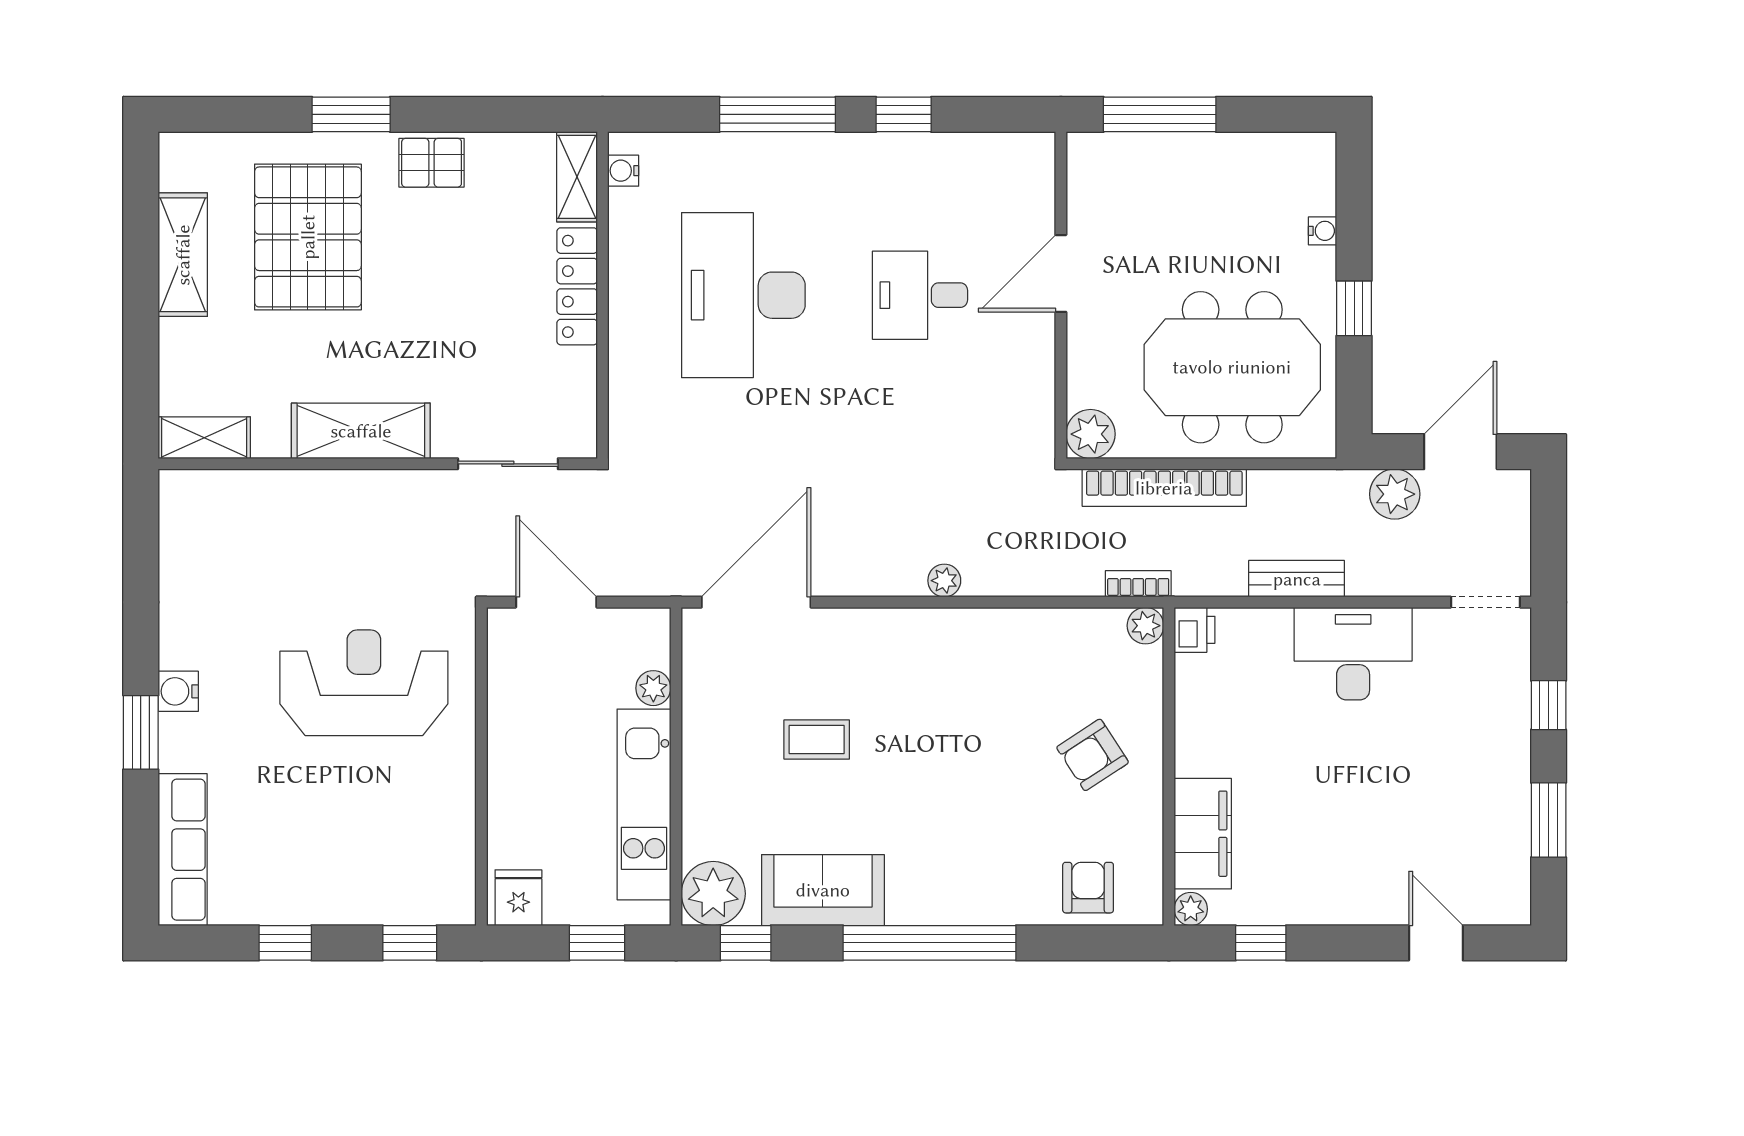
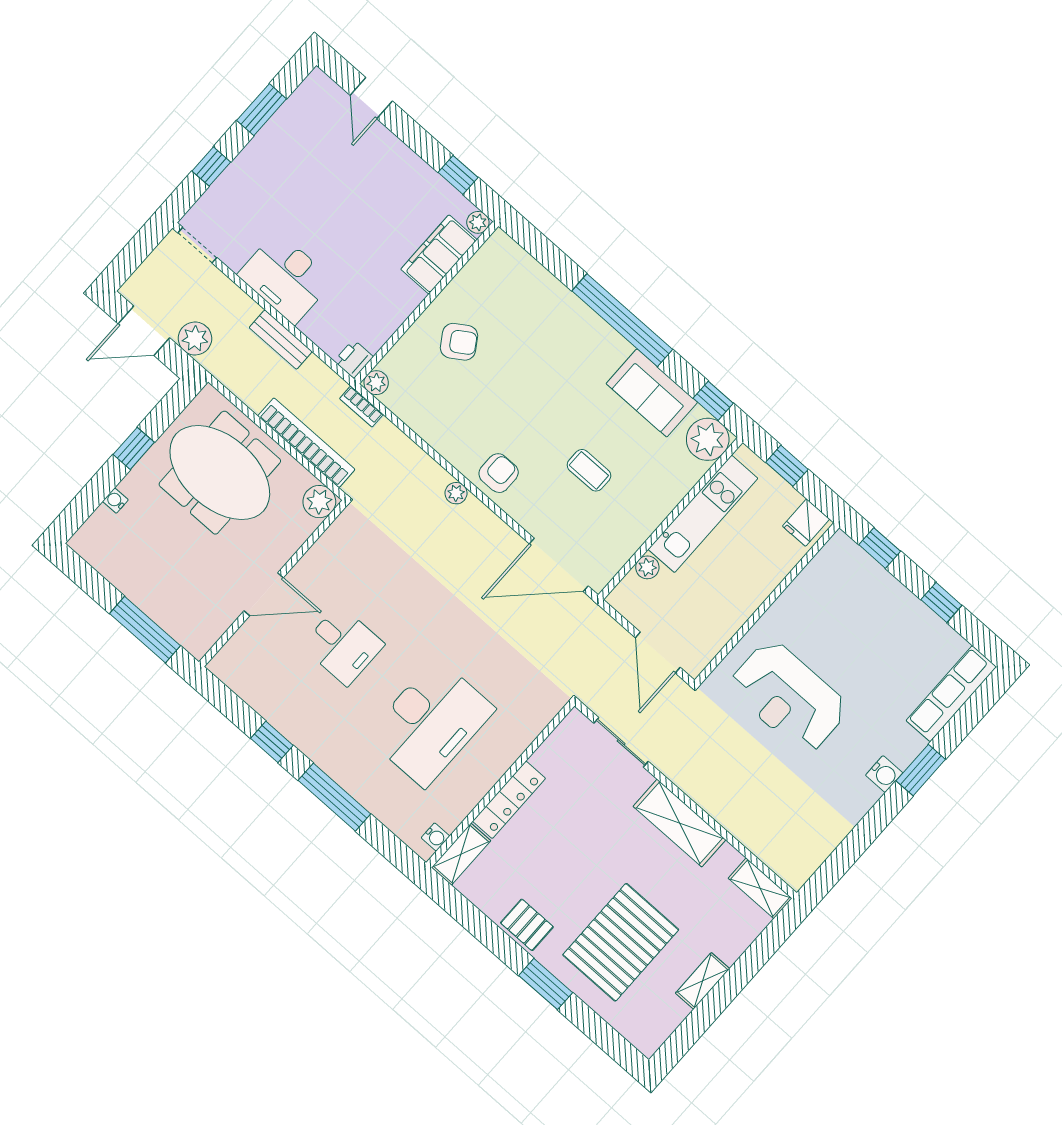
shelving: (183, 255) -> (703, 981), width x0.67, depth x0.75
armchair: (1088, 888) -> (499, 473), moved, turned 180

